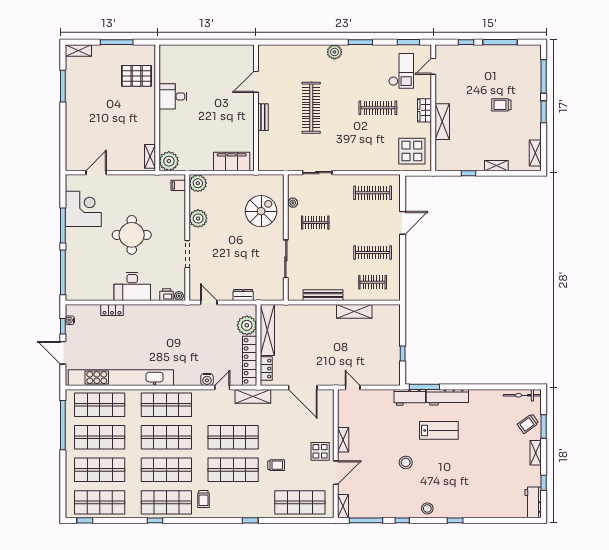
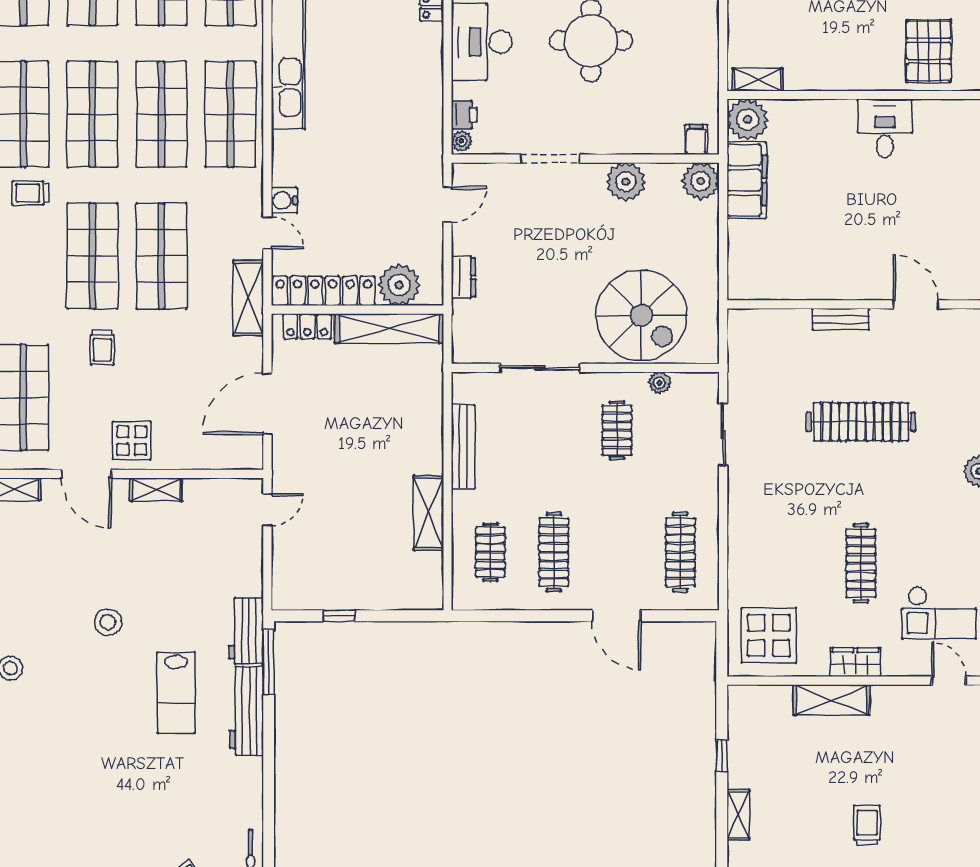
filing cabinet: (232, 161) -> (747, 180), moved
spiral stairs: (261, 211) -> (641, 315), width x1.37, depth x1.37

